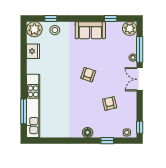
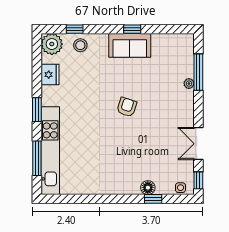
window: (111, 18) -> (132, 29), moved
plant: (130, 29) -> (184, 43), removed
window: (24, 76) -> (37, 110), added
double door: (140, 79) -> (198, 144), moved
armchair: (110, 103) -> (156, 147), removed
floor lamp: (88, 132) -> (148, 188), moved

